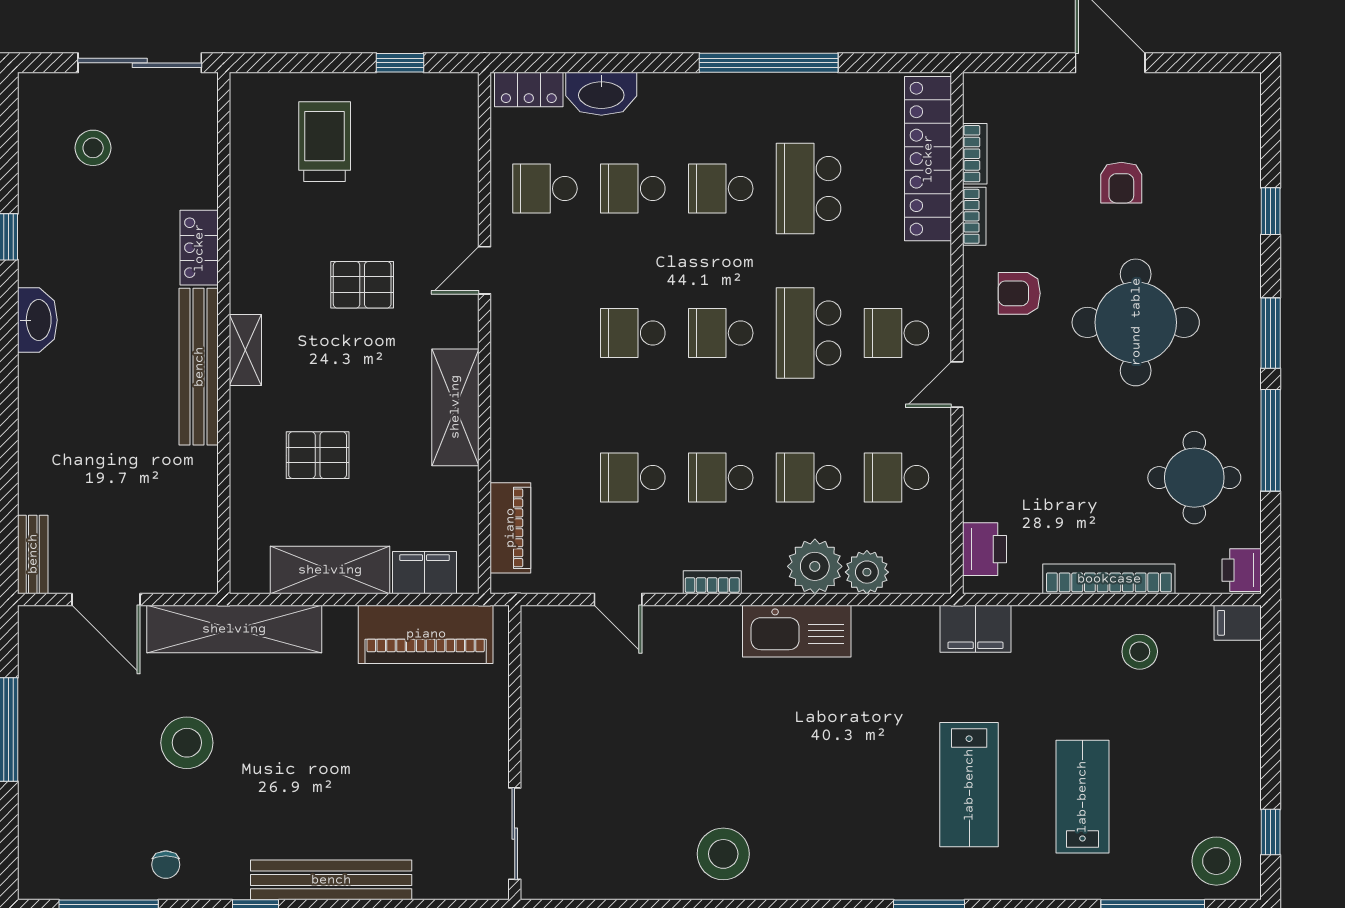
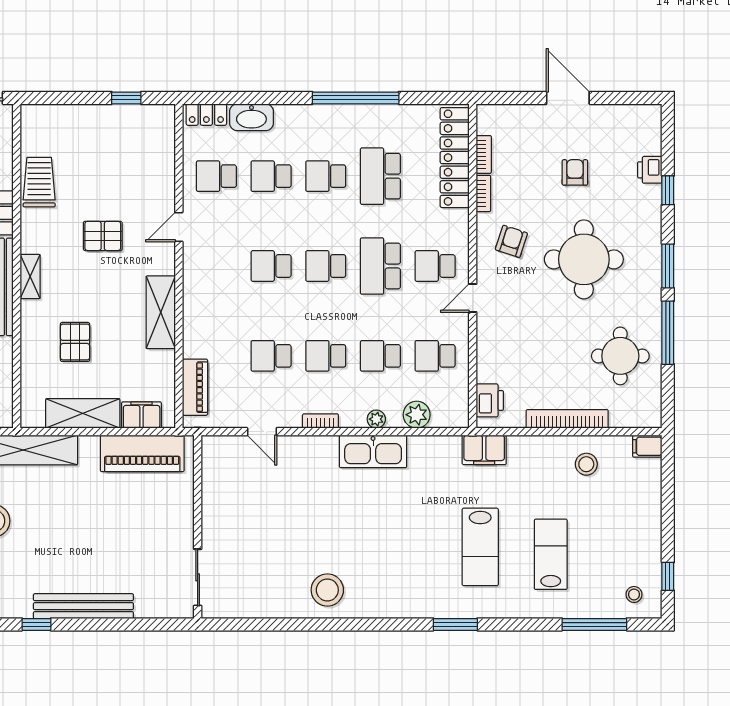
trolley: (325, 142) -> (39, 182), moved
armchair: (1121, 183) -> (575, 172), turned 180
armchair: (1019, 293) -> (511, 241), turned 108
pallet: (318, 455) -> (75, 342), turned 90
plant: (815, 566) -> (376, 419), width x0.53, depth x0.53
printer: (1242, 570) -> (650, 170), moved
stool: (1216, 861) -> (634, 594), width x0.53, depth x0.53

